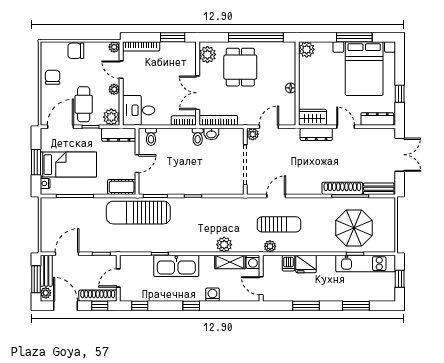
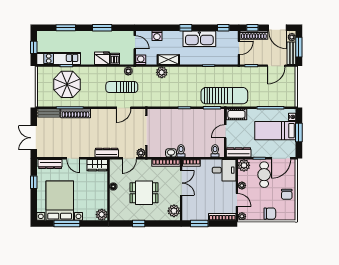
window: (256, 37) -> (139, 223), width x0.32
dining table: (240, 67) -> (144, 193), moved, turned 90
dresser: (316, 134) -> (107, 153), moved
shelving: (230, 262) -> (168, 60), moved
kitchen sink: (176, 266) -> (199, 39), moved, turned 180
washing machine: (212, 295) -> (157, 36), moved

